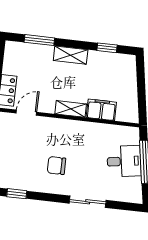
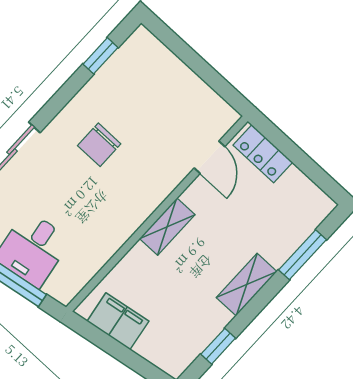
filing cabinet: (101, 110) -> (118, 321), moved, turned -99
chair: (56, 166) -> (99, 145), turned 180

